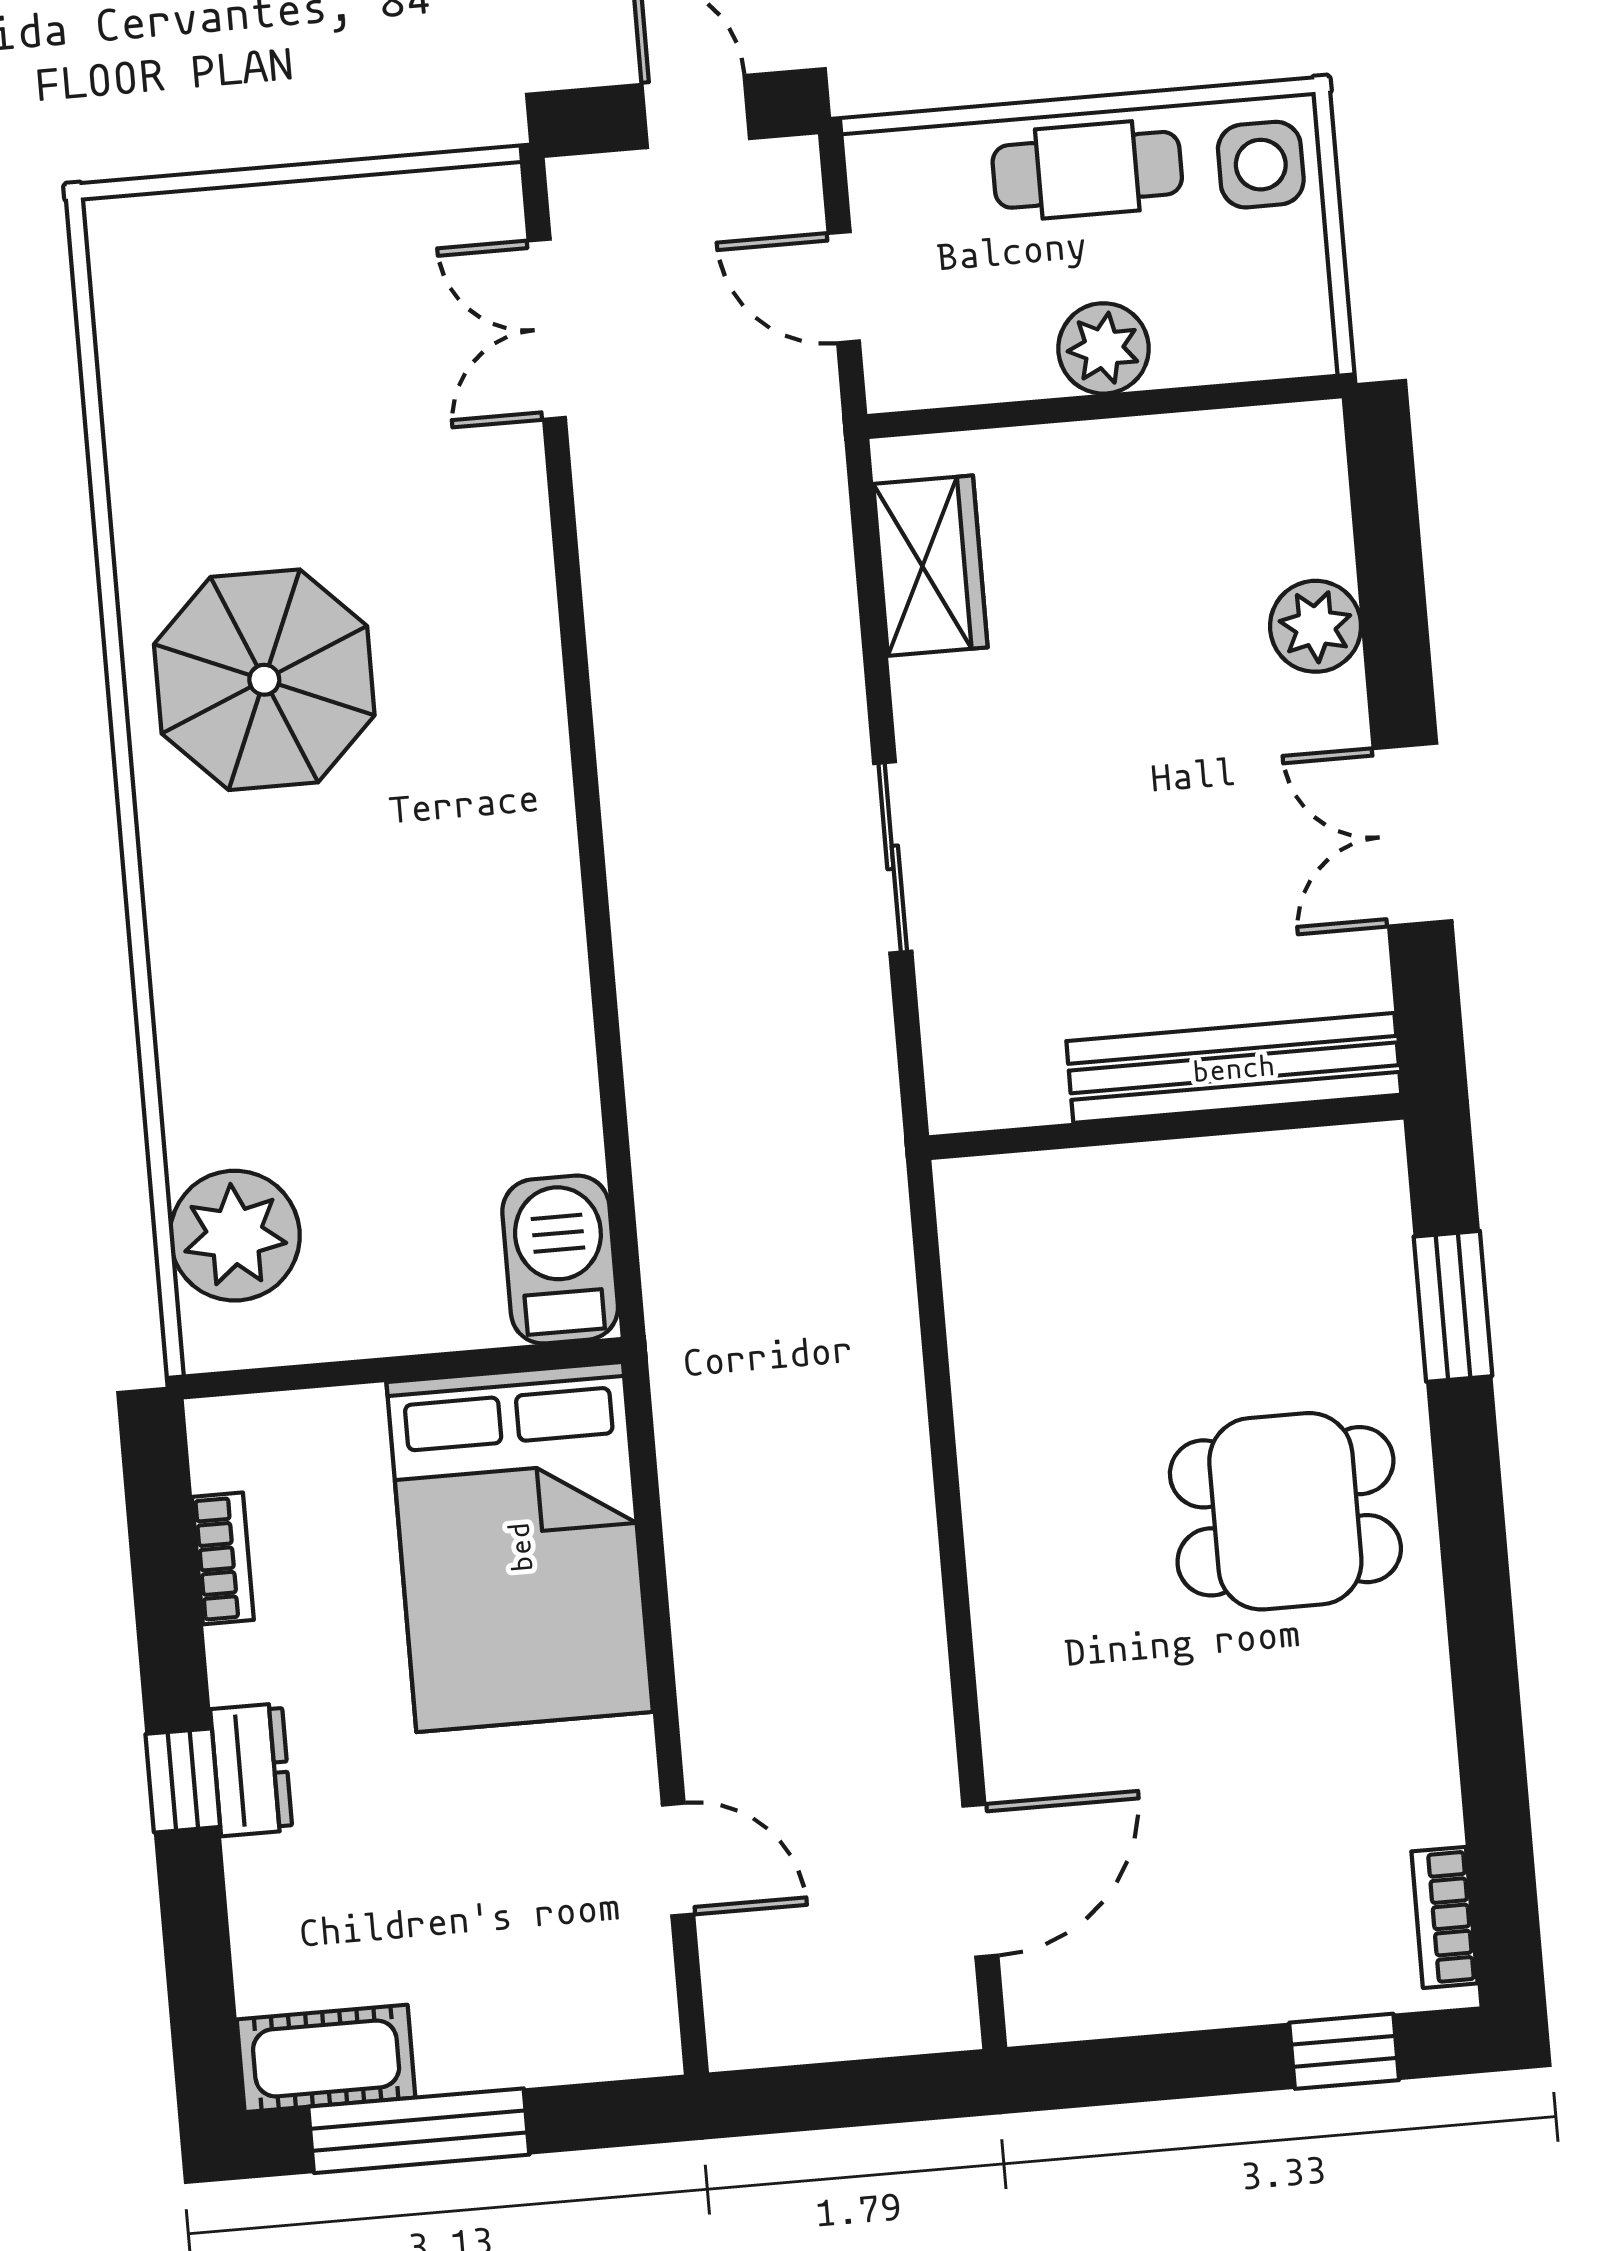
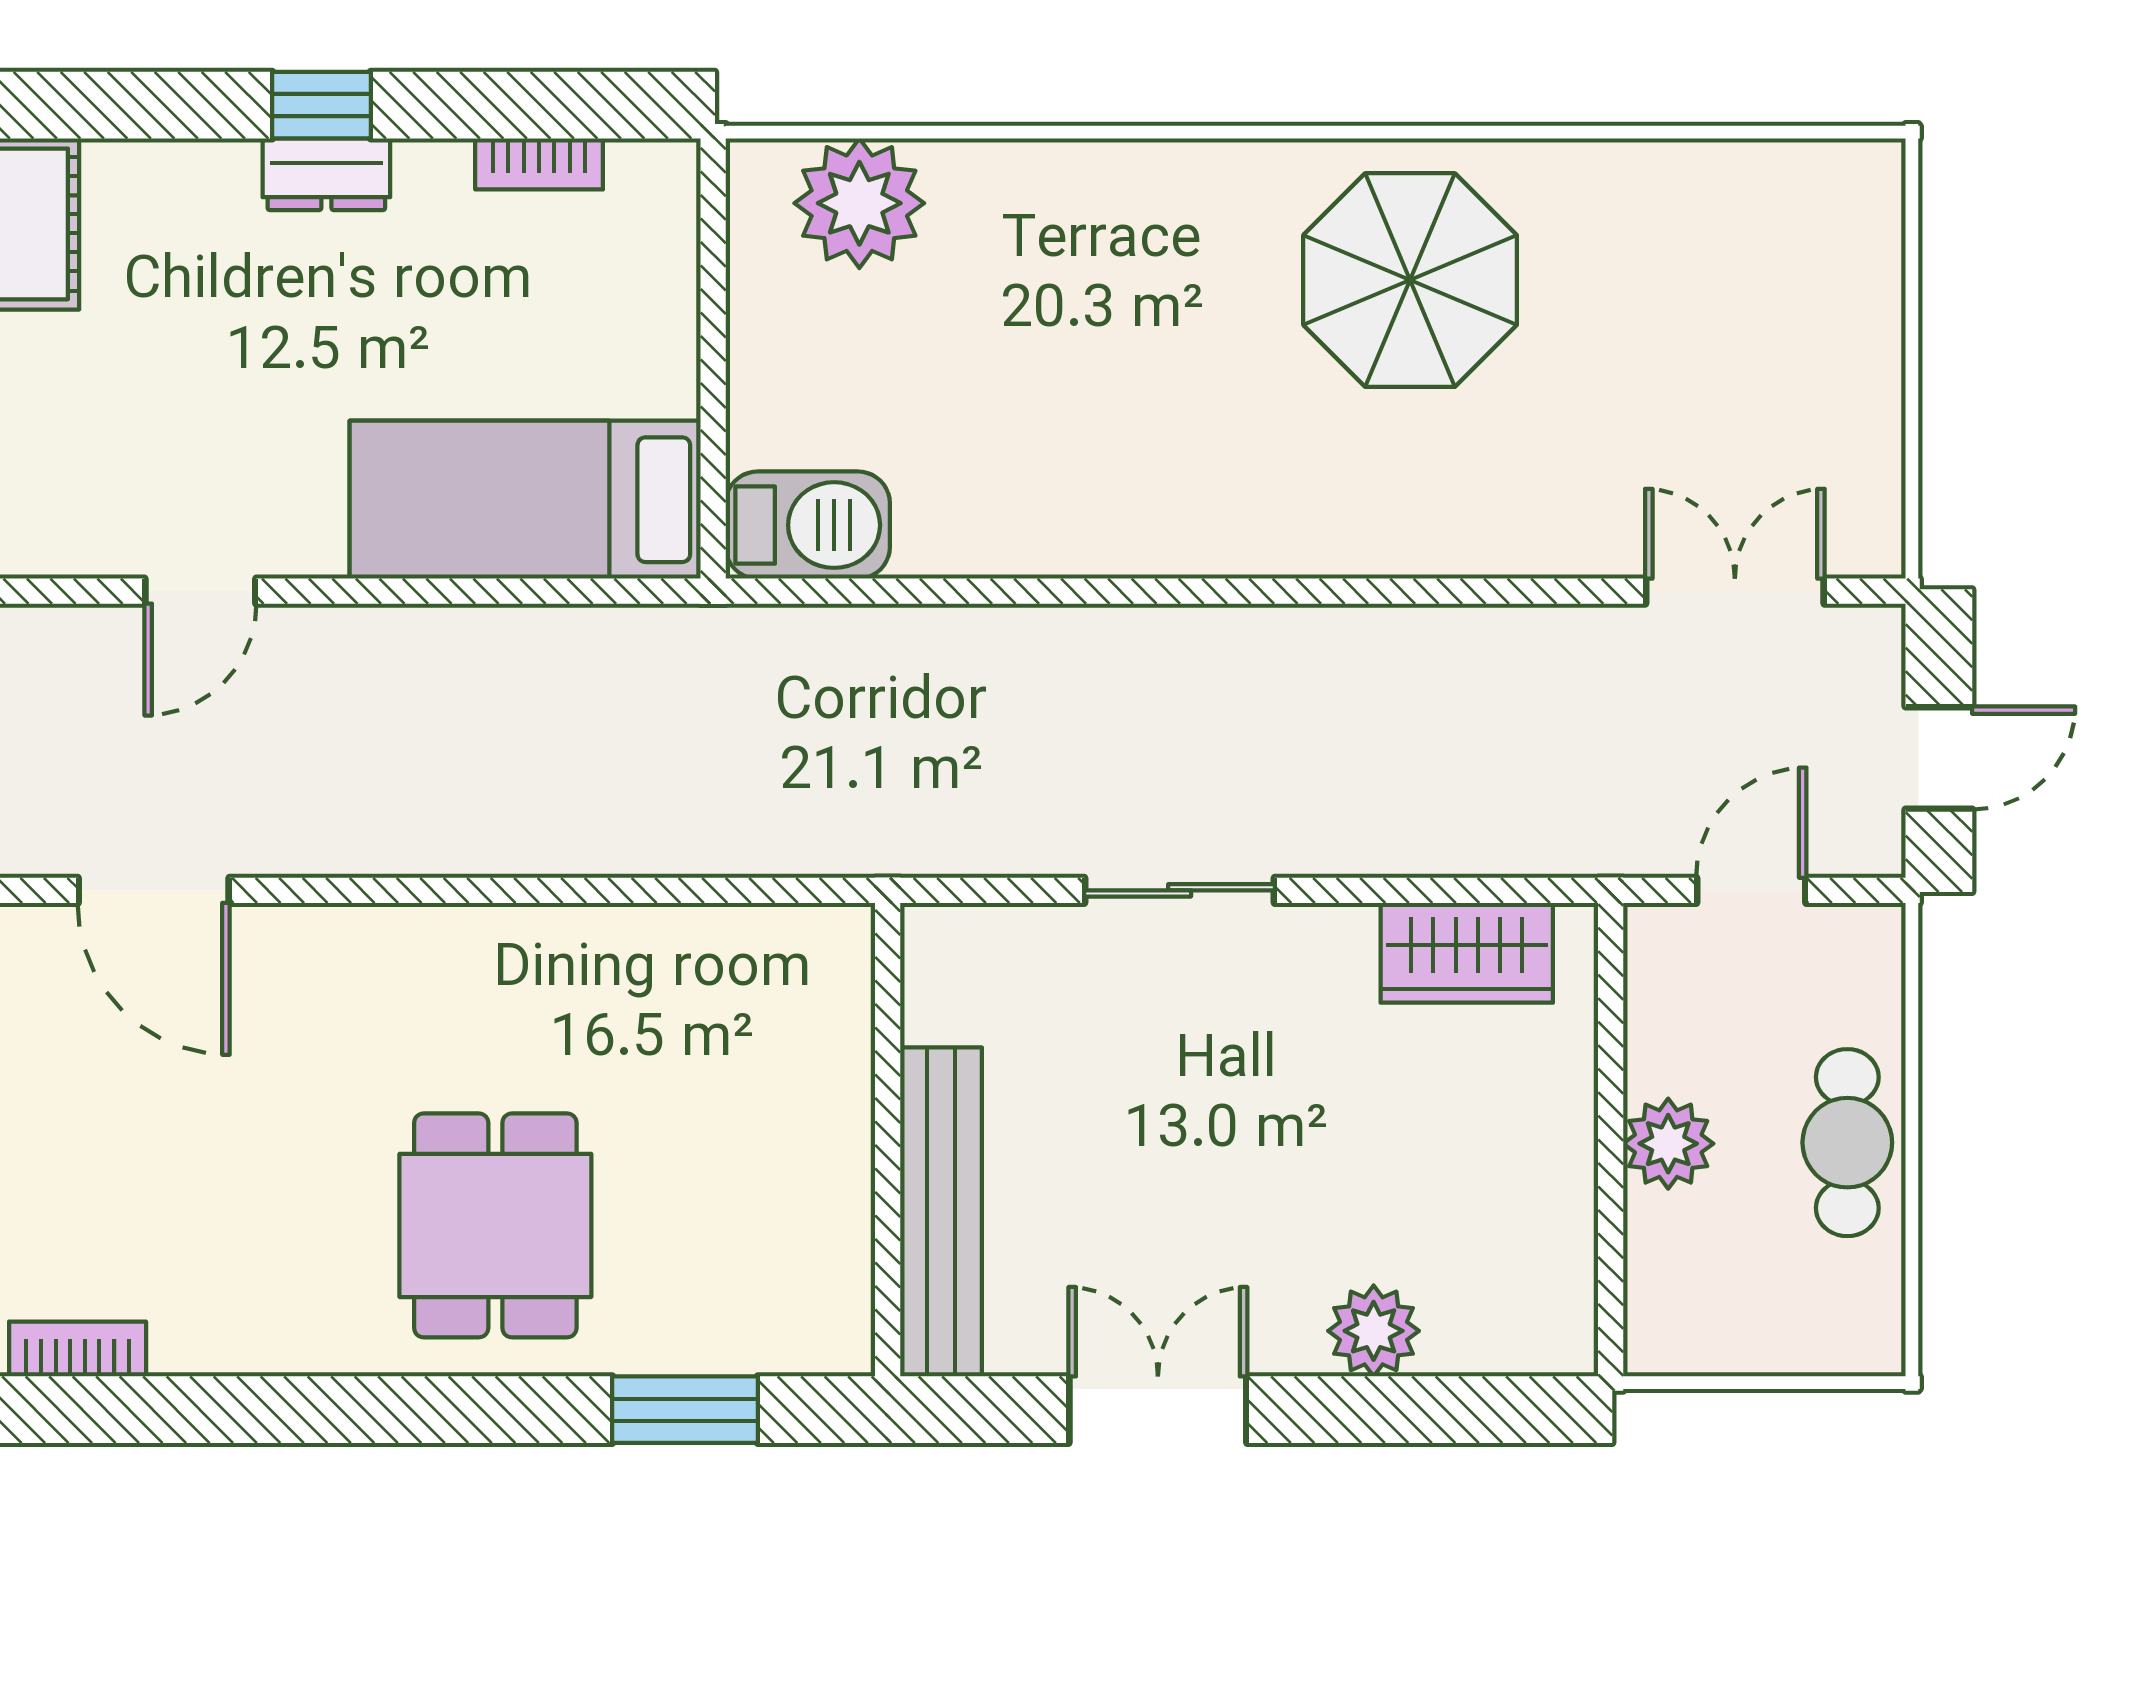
side table: (1261, 165) -> (1838, 1316), removed
bed: (520, 1547) -> (525, 500), width x0.67

